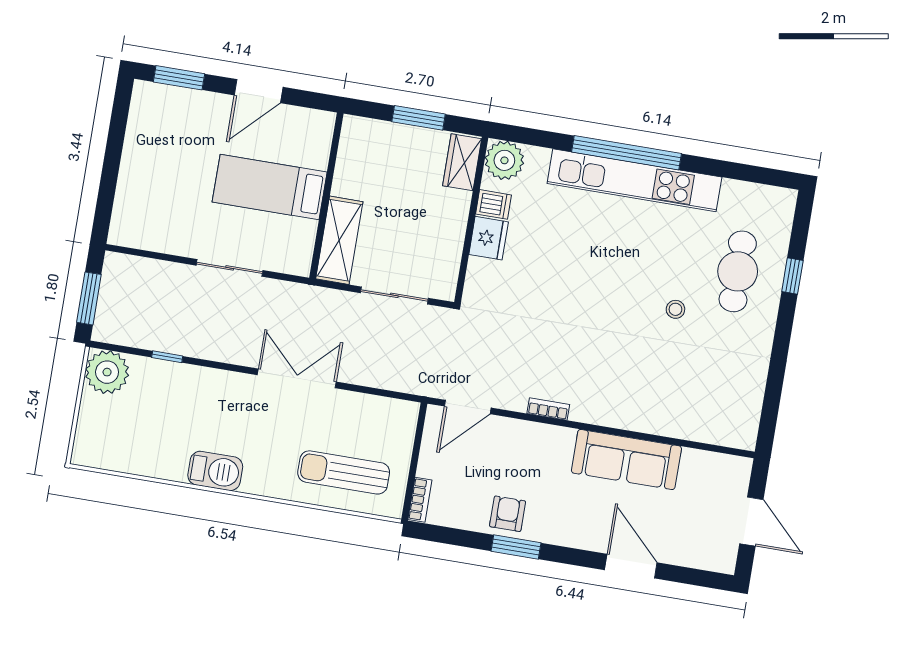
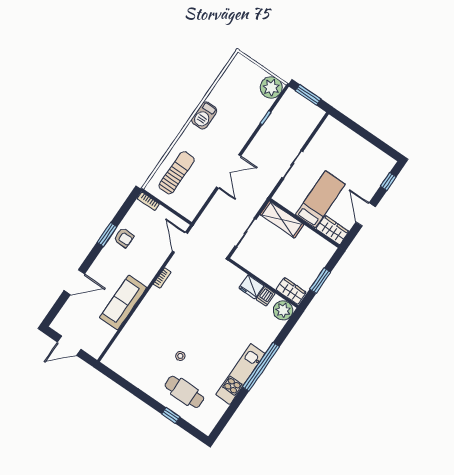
window: (179, 78) -> (388, 181), width x0.67
wardrobe: (316, 138) -> (333, 230), added
kitchen unit: (634, 180) -> (241, 374), width x0.73

